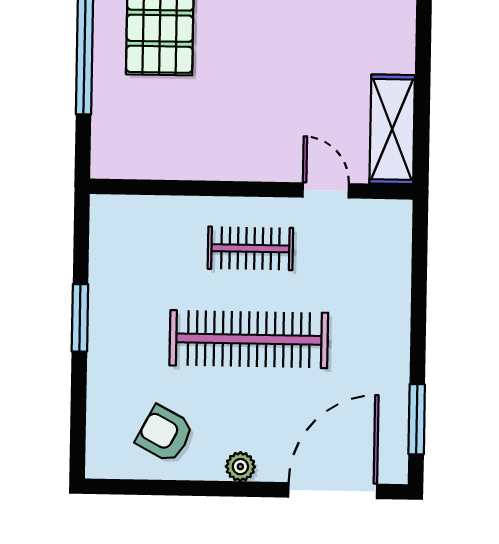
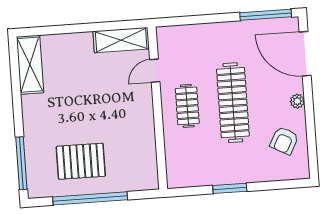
window: (417, 419) -> (266, 15), width x1.44

